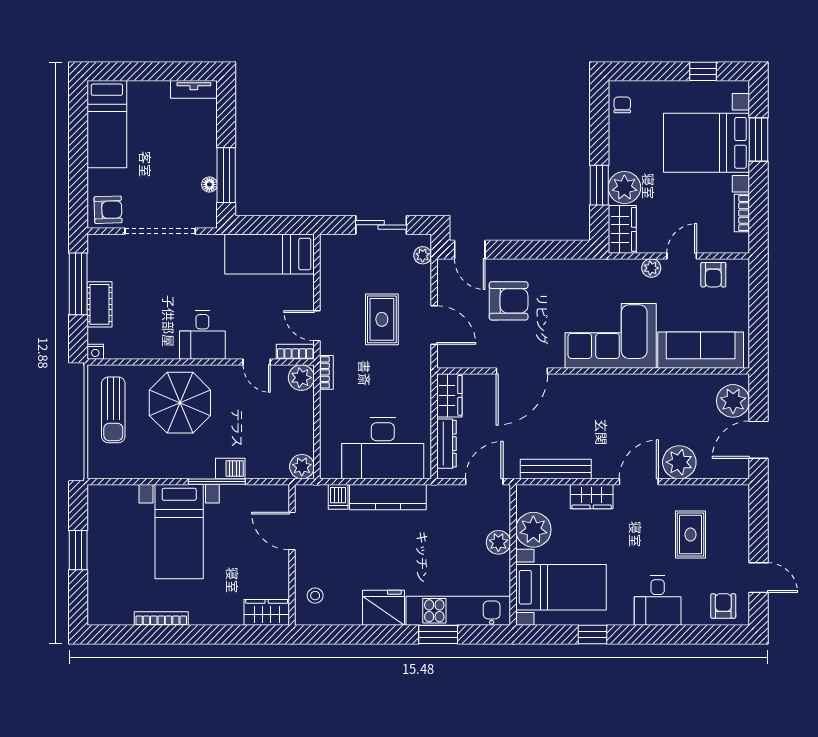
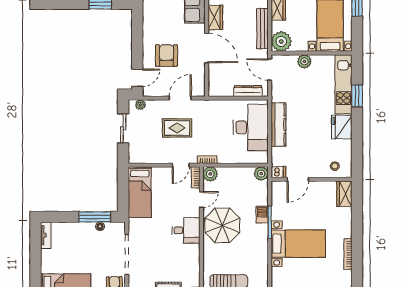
wardrobe: (449, 395) -> (215, 17), moved, turned 90
parasol: (180, 403) -> (222, 225), moved
dishwasher: (338, 497) -> (278, 172), moved
plant: (533, 530) -> (281, 41), moved

